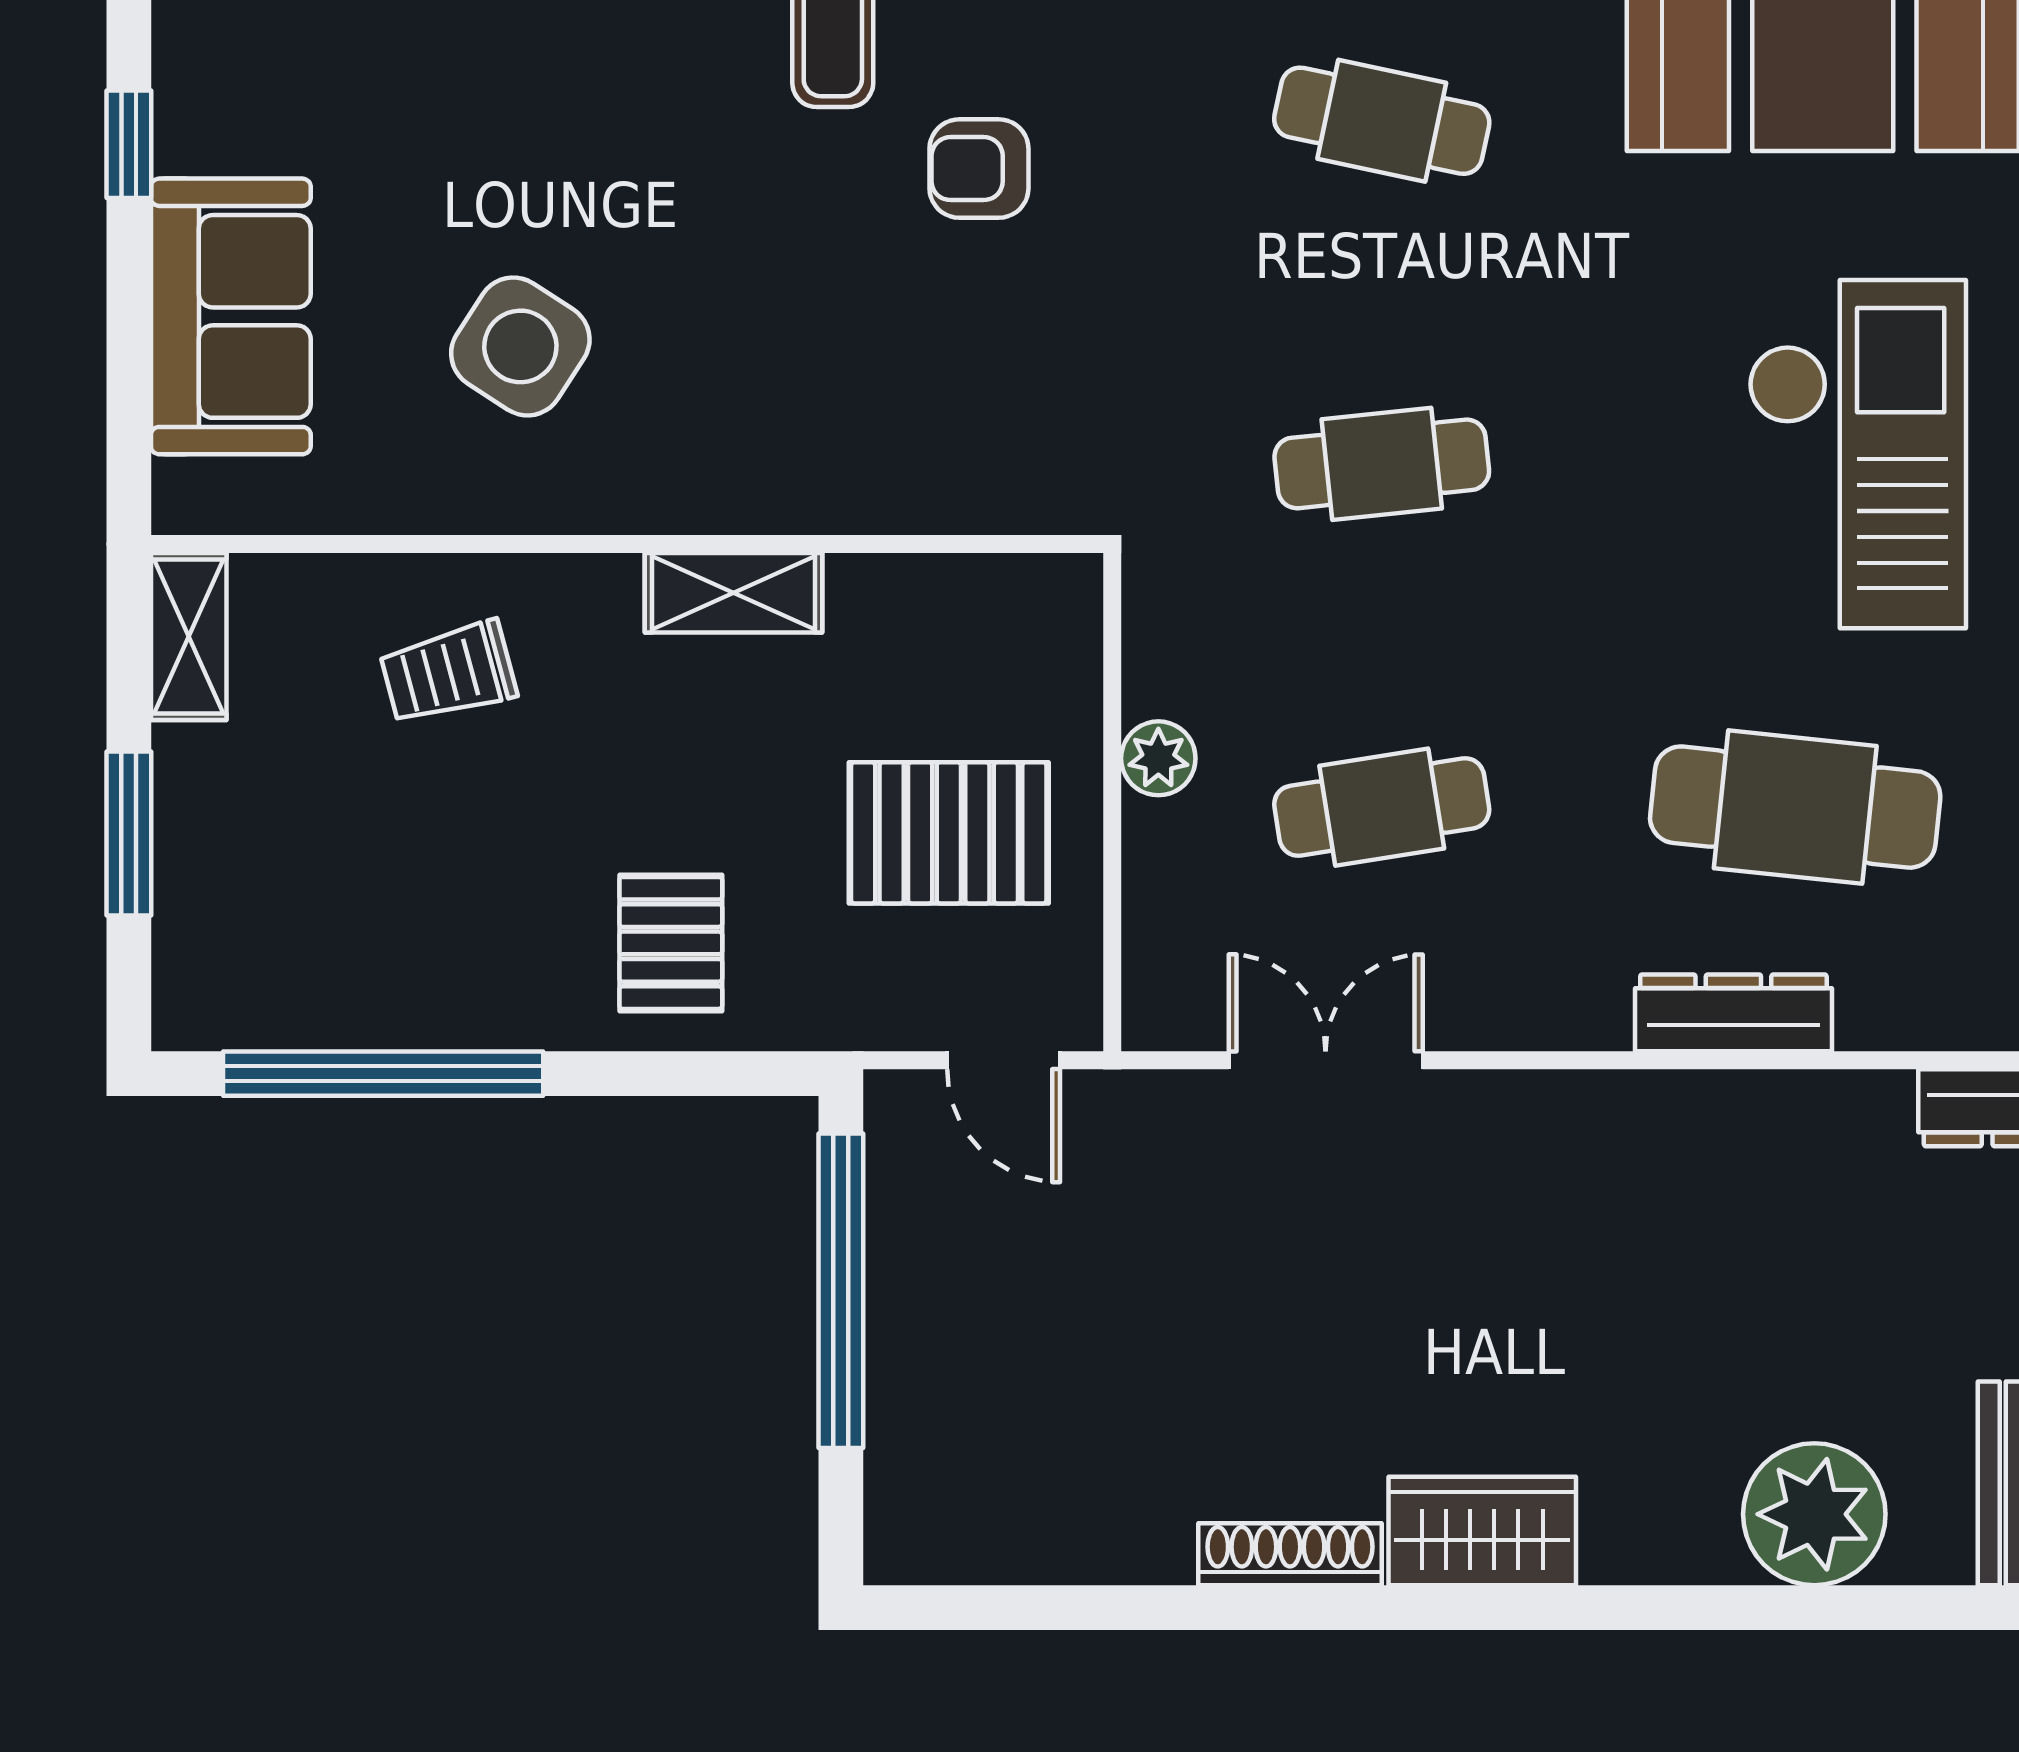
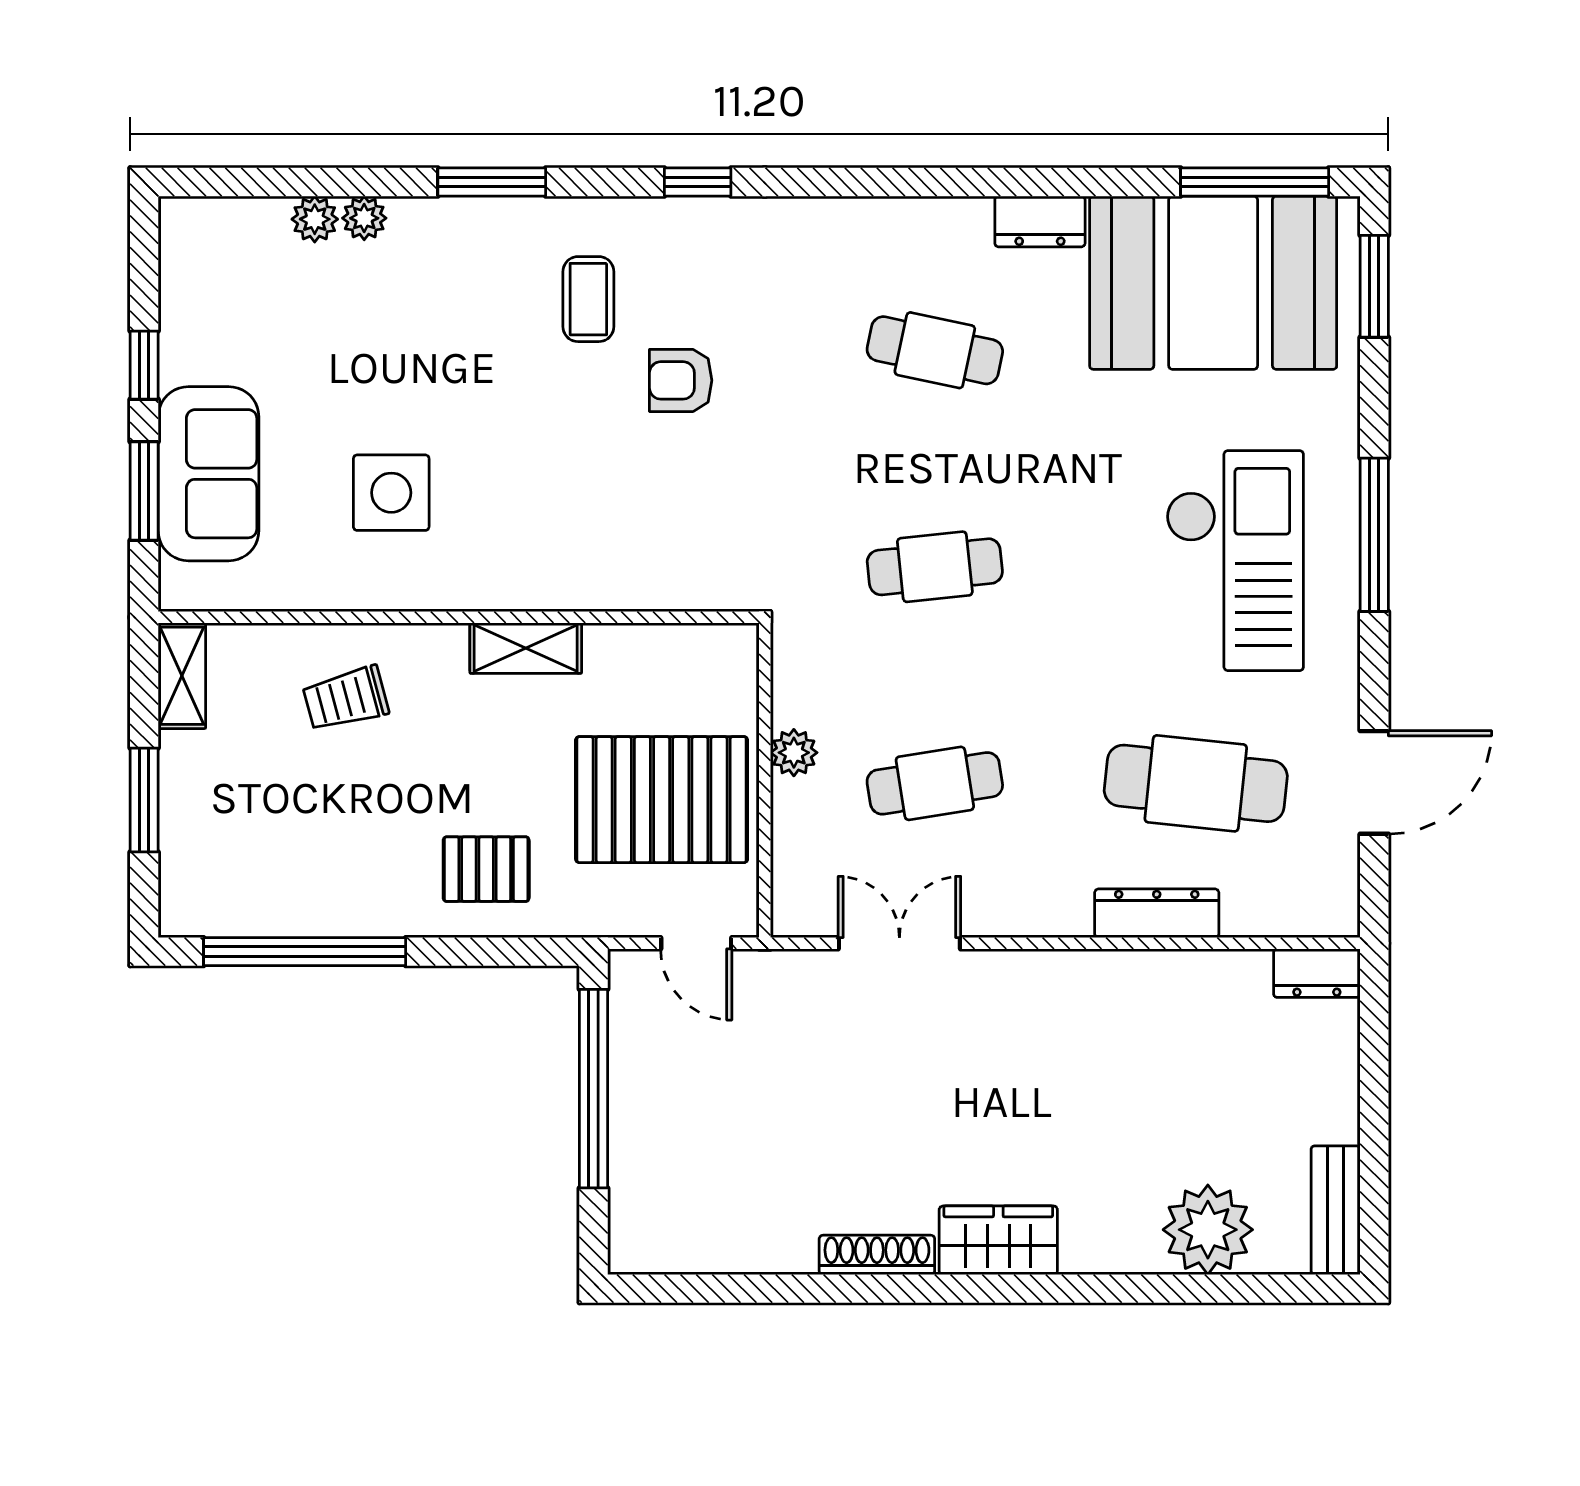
window: (129, 344) -> (144, 491), added
side table: (520, 346) -> (391, 493), turned -33
pallet: (949, 833) -> (662, 800), width x1.37, depth x1.41
pallet: (671, 943) -> (486, 869), turned 90

